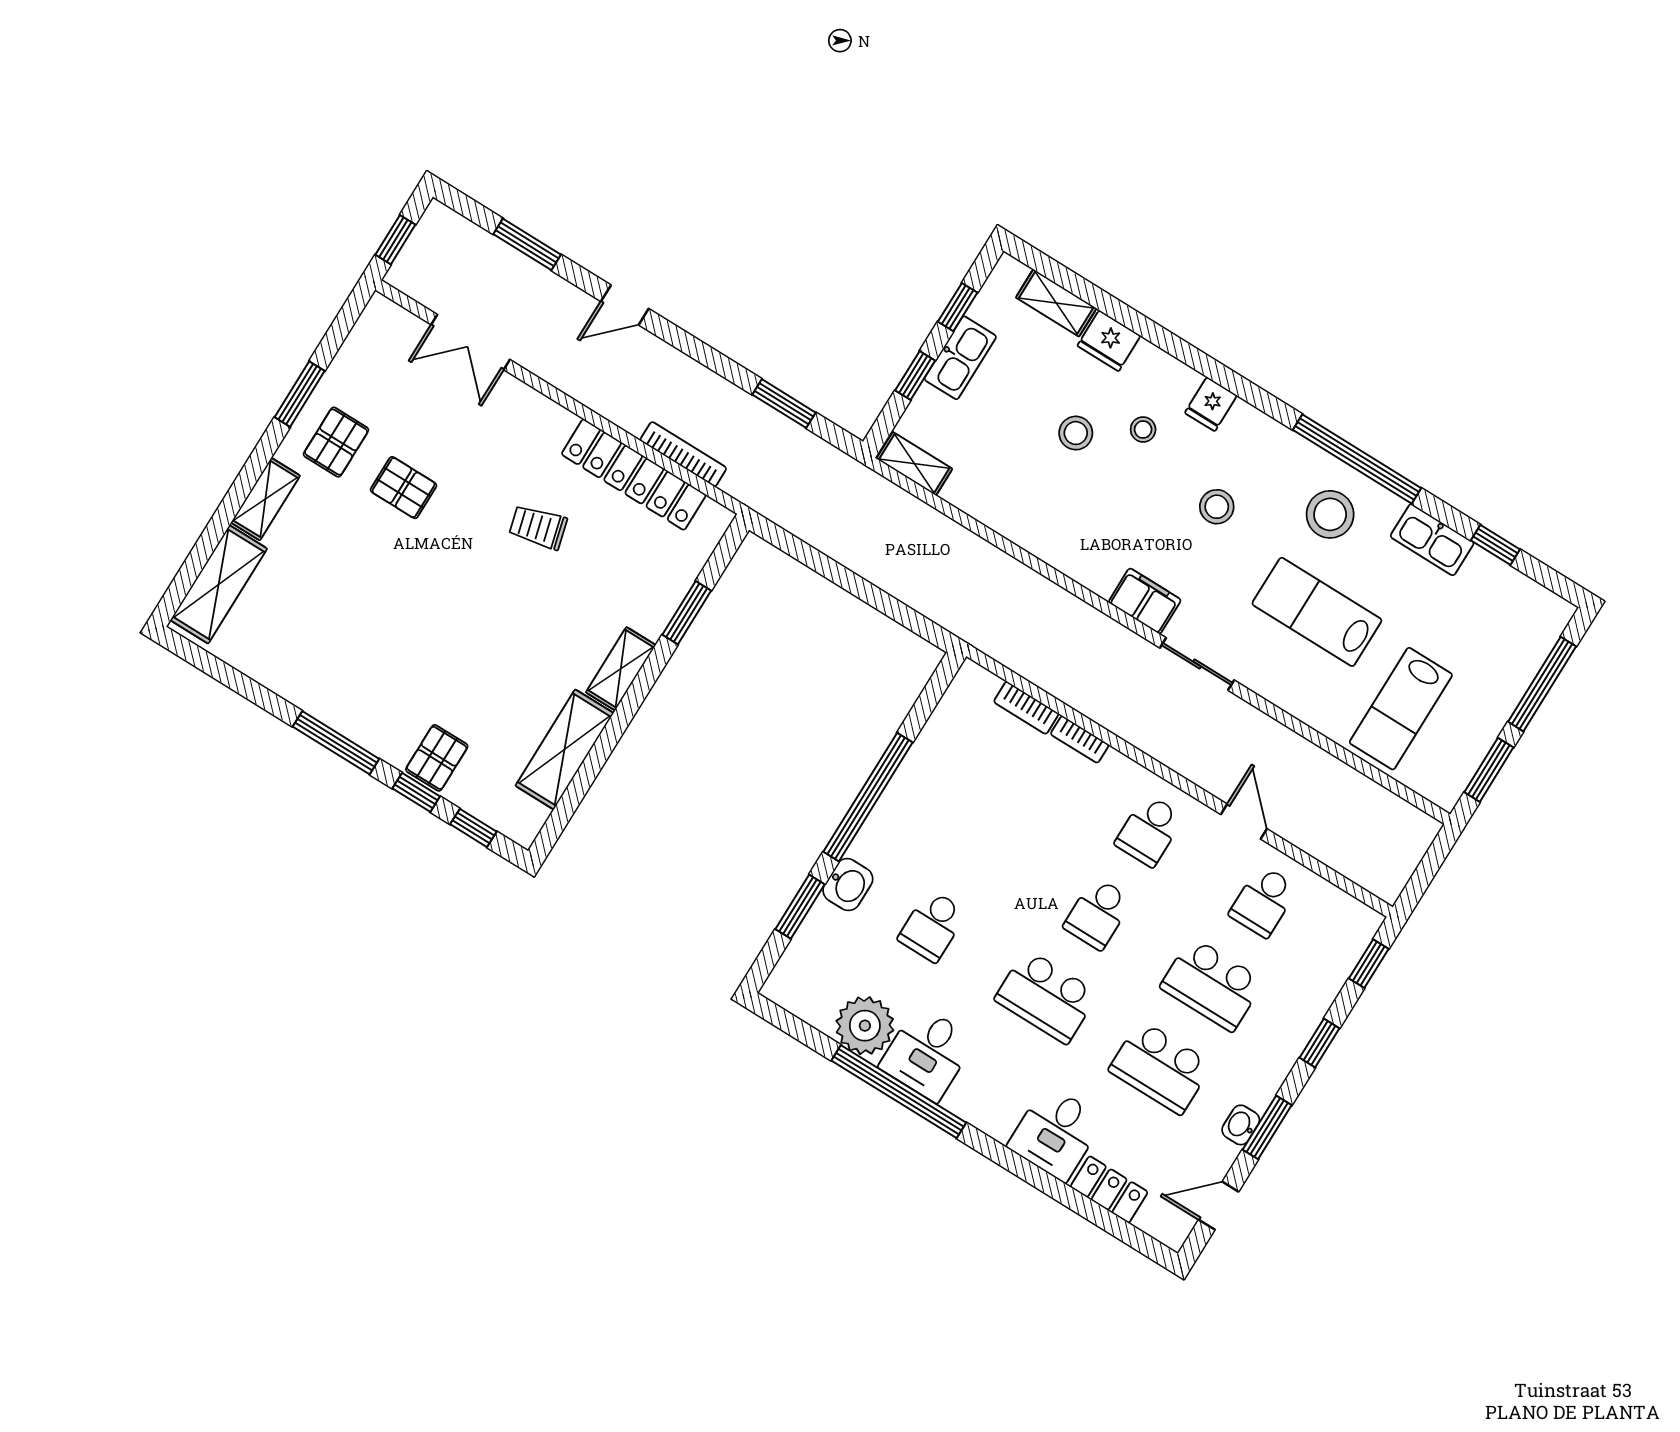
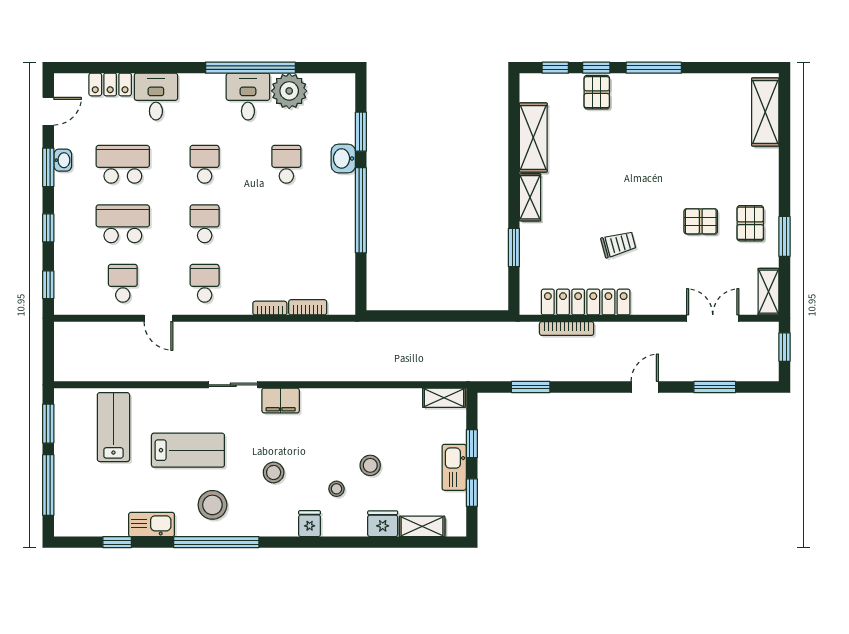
shelving: (265, 499) -> (768, 292), moved
school desk: (1046, 996) -> (205, 164), width x0.54

